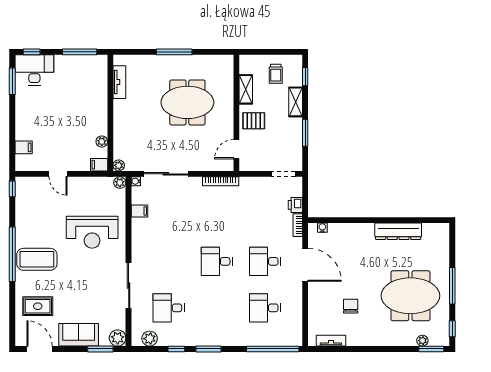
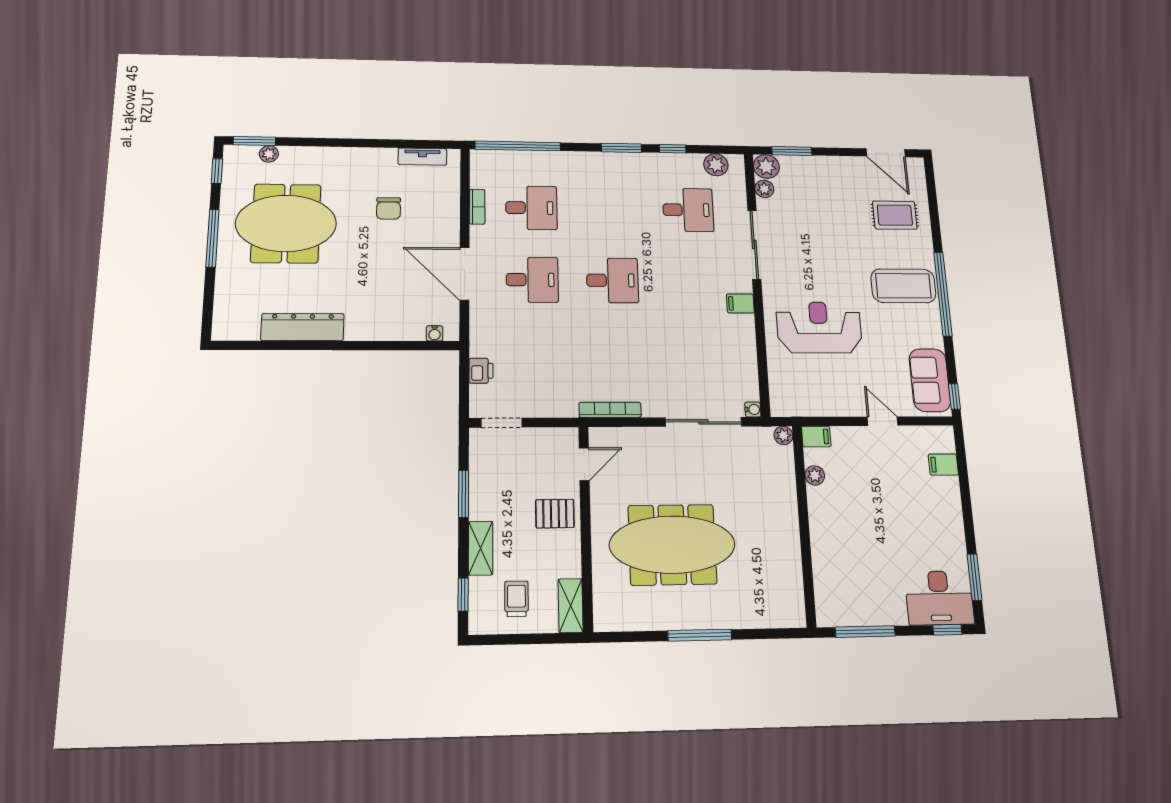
tv unit: (119, 82) -> (792, 579), removed
shelving: (246, 89) -> (571, 606), moved
meeting table: (187, 102) -> (672, 545), width x1.36
plant: (120, 183) -> (764, 189), moved
filing cabinet: (140, 211) -> (740, 304), moved
bookcase: (298, 225) -> (477, 207), moved
sofa: (79, 335) -> (930, 380), moved, turned 90

